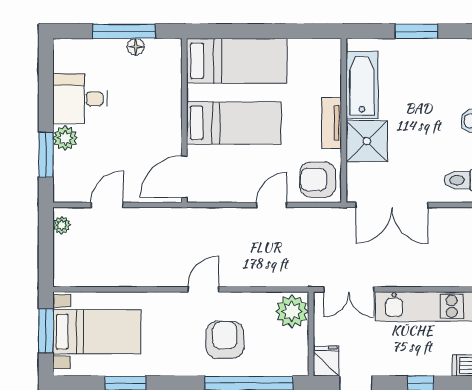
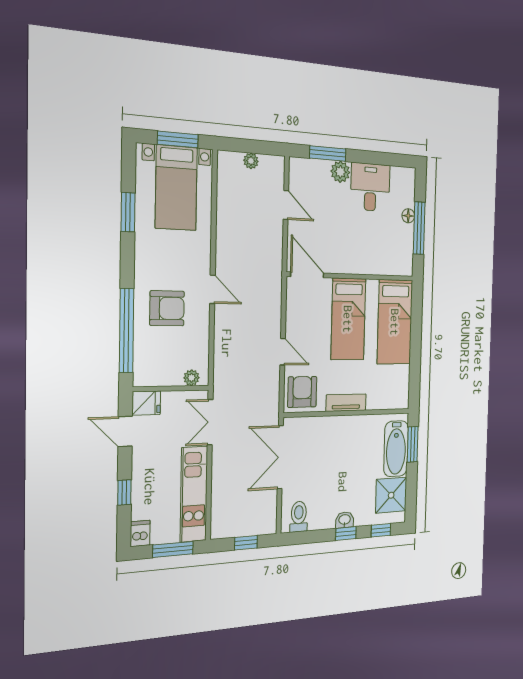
window: (416, 31) -> (413, 444), moved
floor lamp: (136, 47) -> (408, 216), moved
bathtub: (362, 85) -> (396, 449), moved, turned 90
shower: (367, 141) -> (391, 495), moved
plant: (62, 225) -> (251, 161), moved
plant: (292, 311) -> (191, 378), width x0.53, depth x0.53

